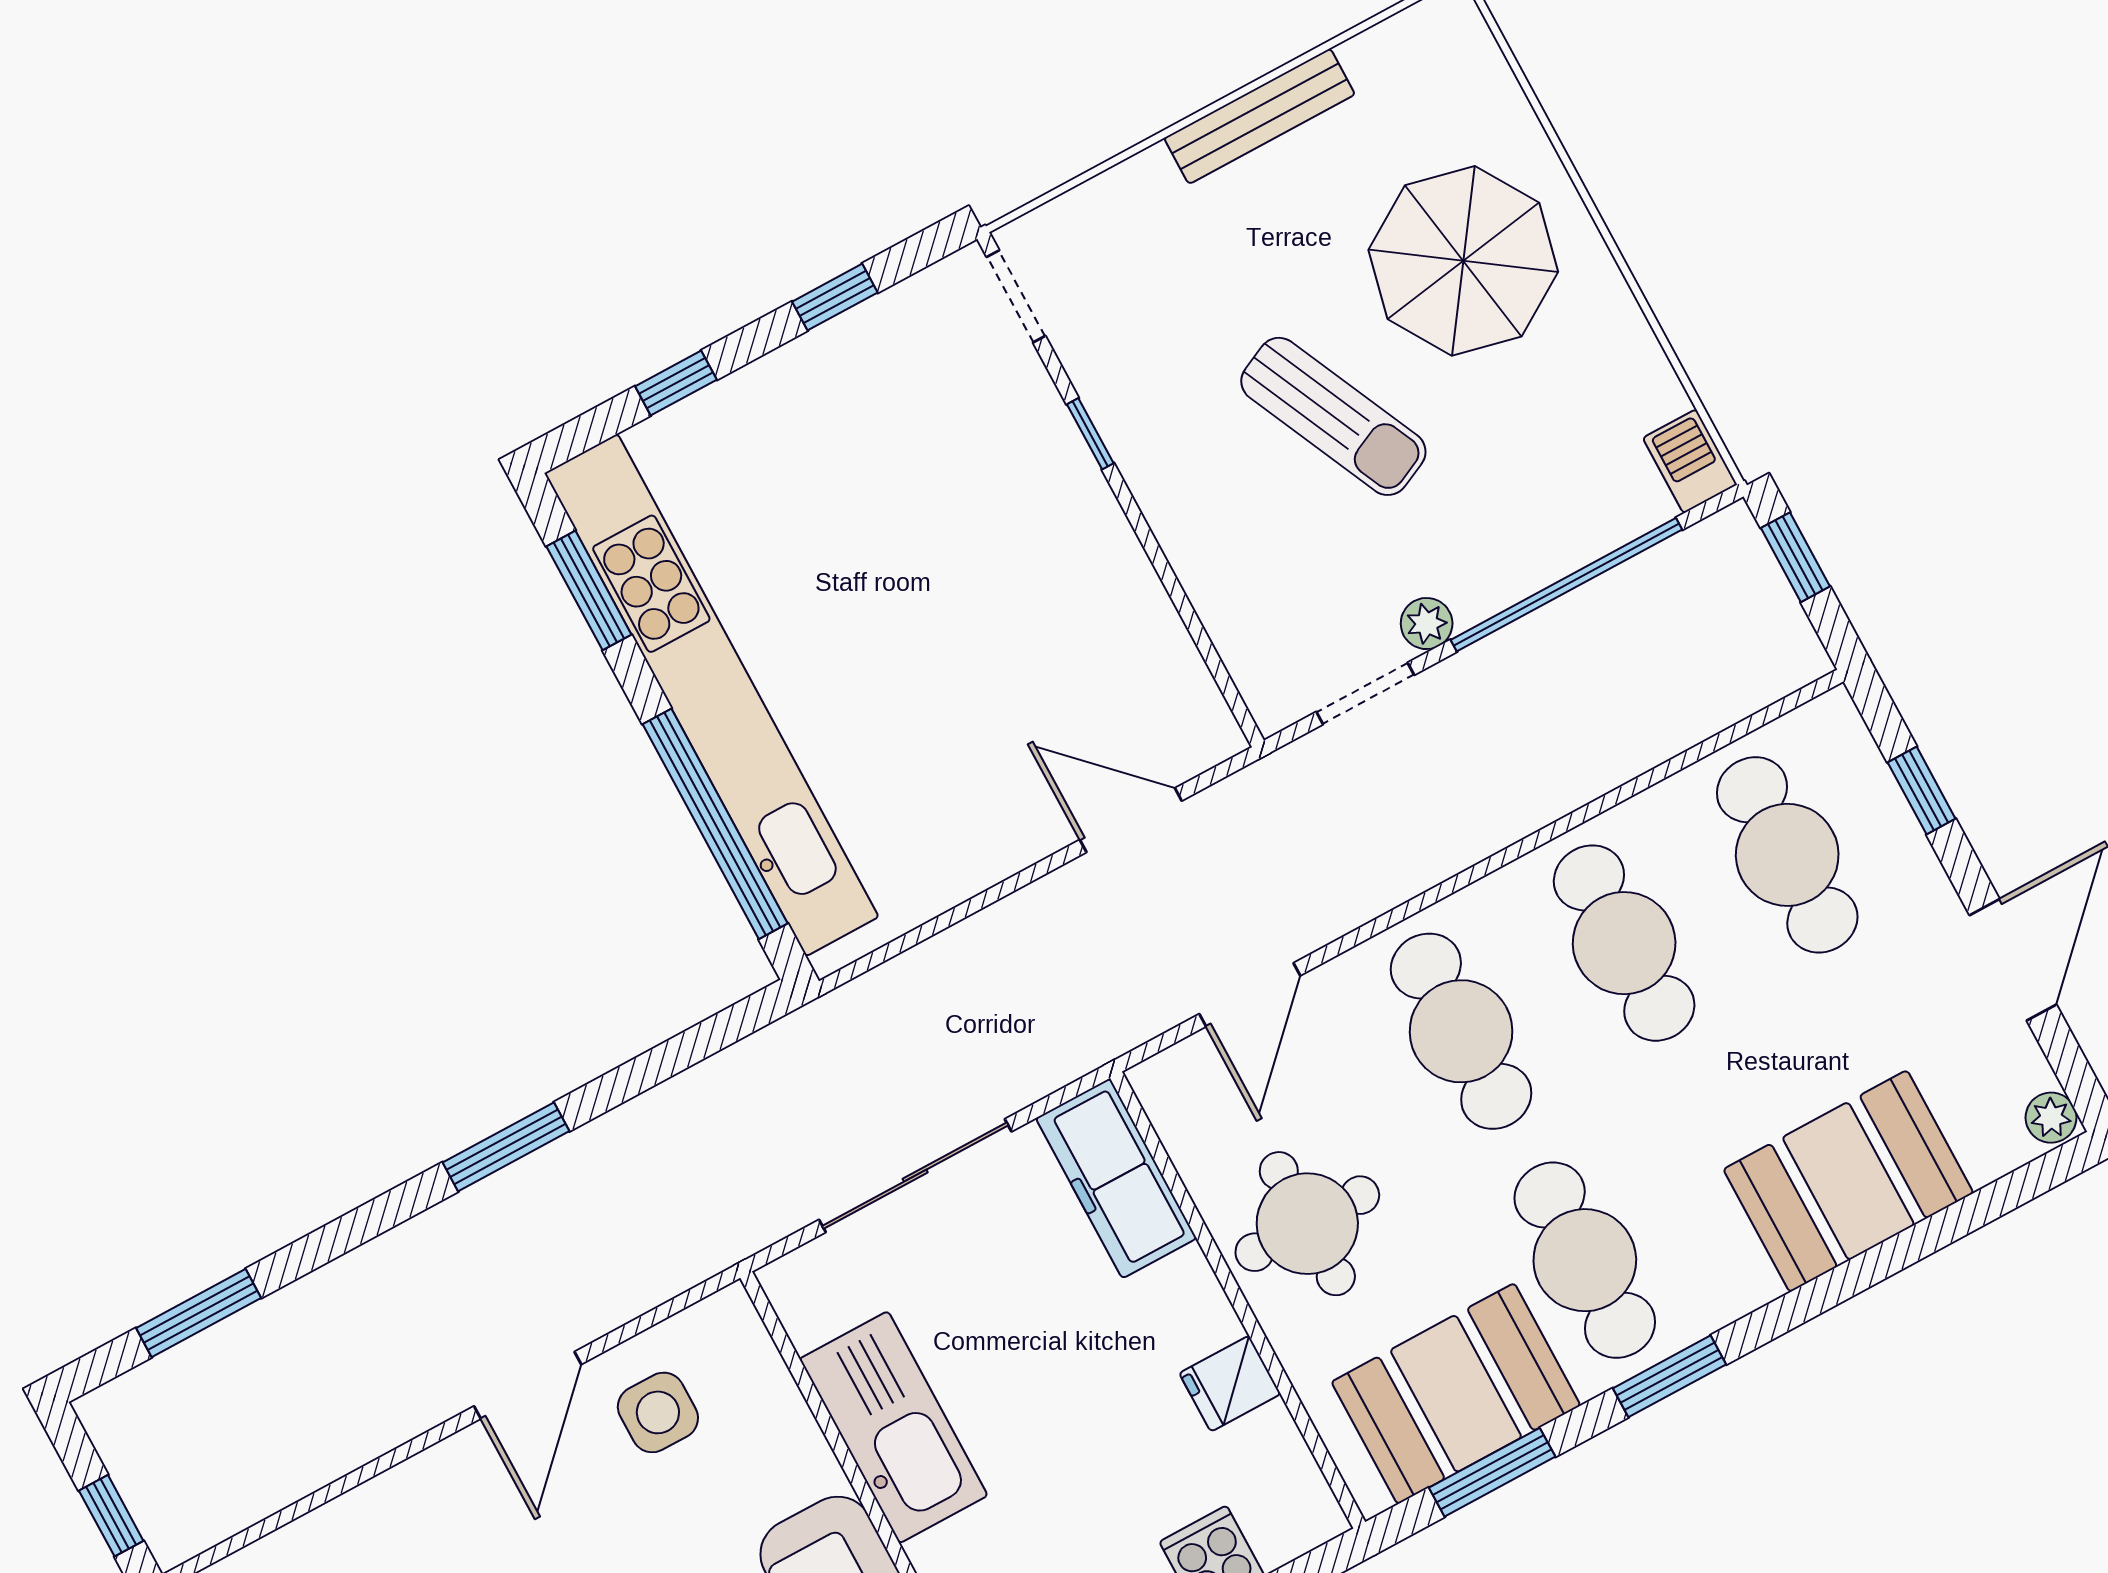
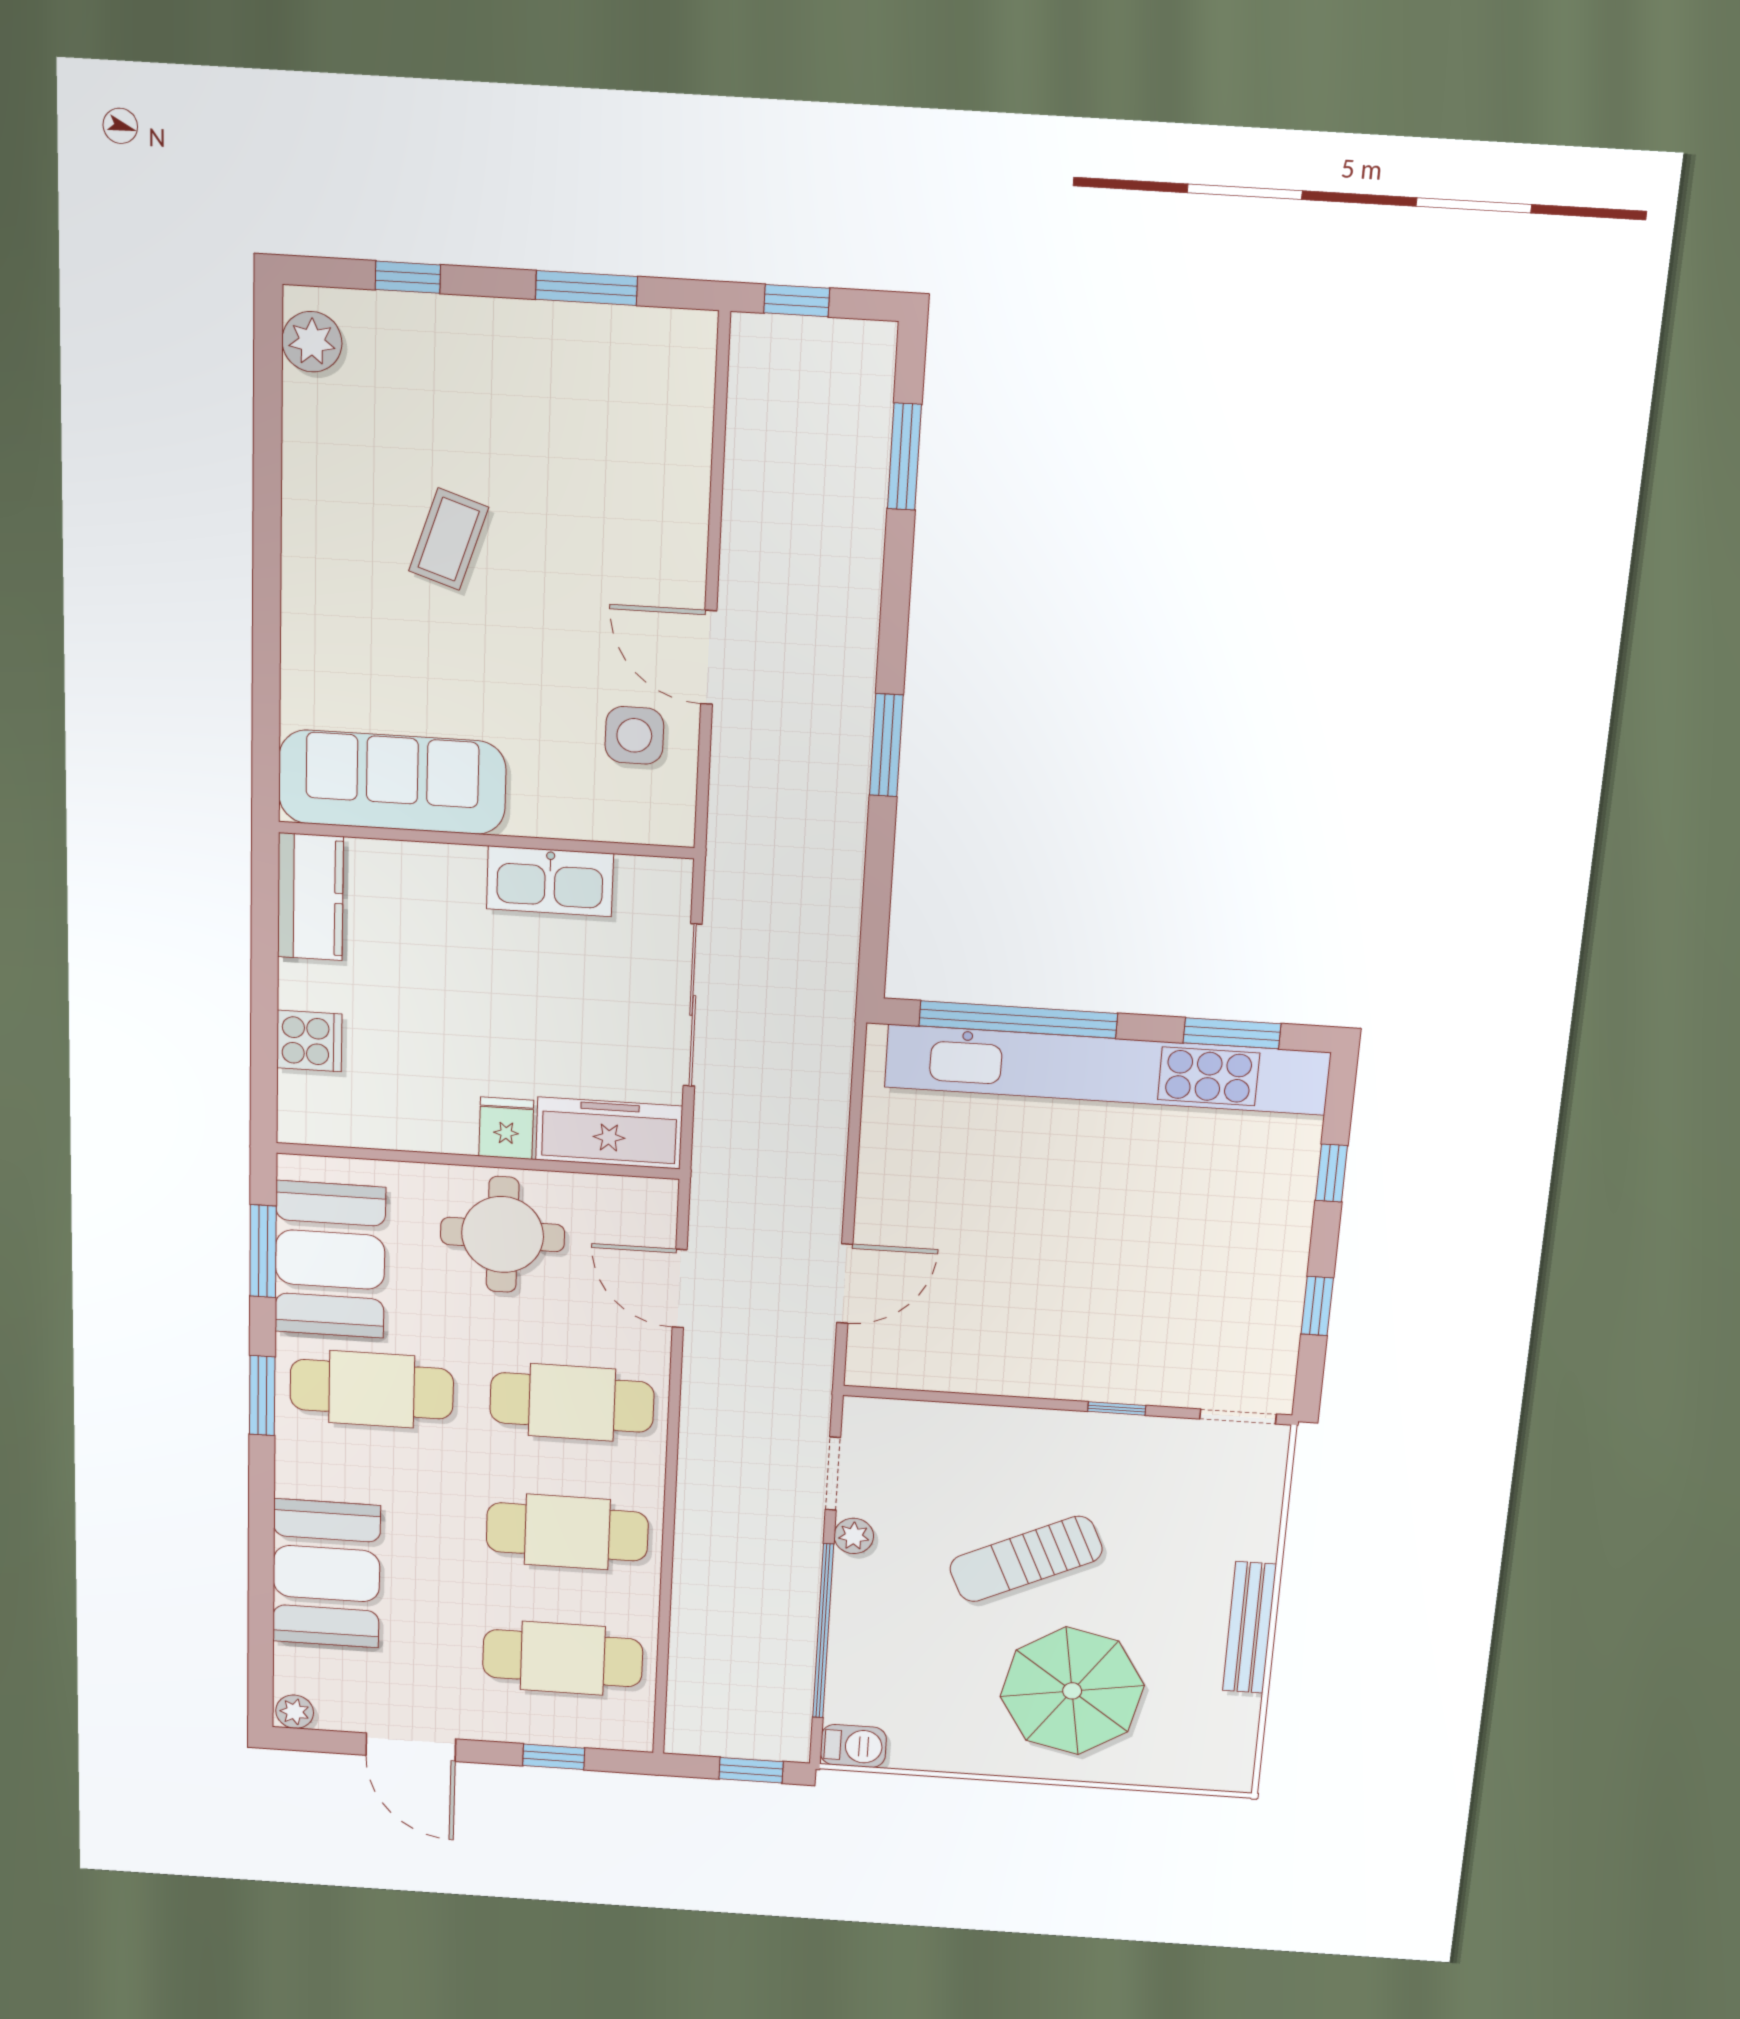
fridge: (1230, 1384) -> (506, 1128), moved
kitchen sink: (893, 1427) -> (550, 881), width x0.73, depth x0.81

